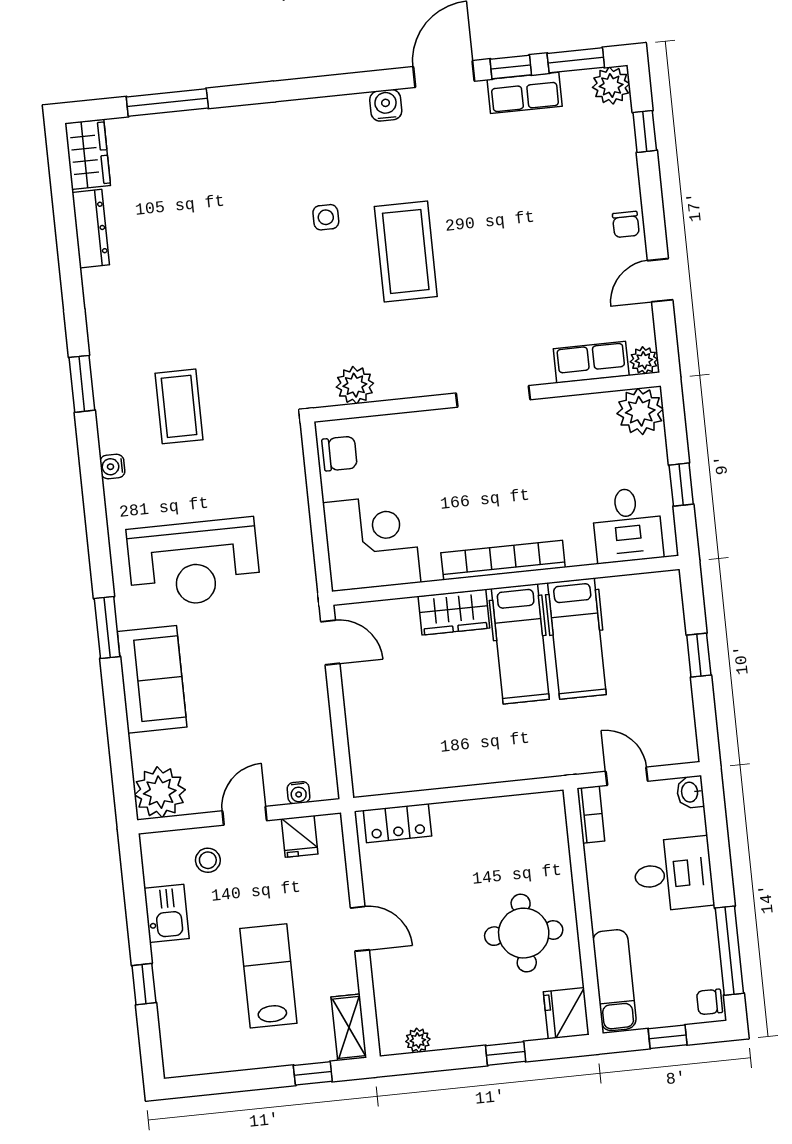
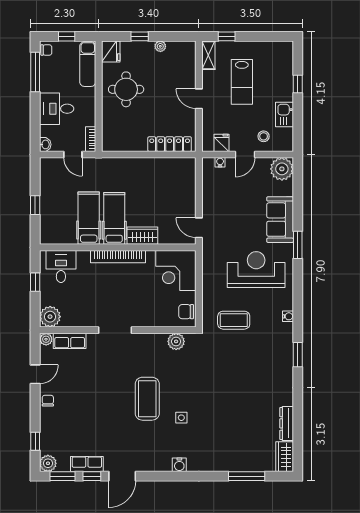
water cooler: (386, 105) -> (179, 465), moved
coffee table: (179, 406) -> (234, 320), moved, turned 90
locker: (397, 823) -> (170, 144), width x1.53
plant: (418, 1040) -> (160, 46), moved

